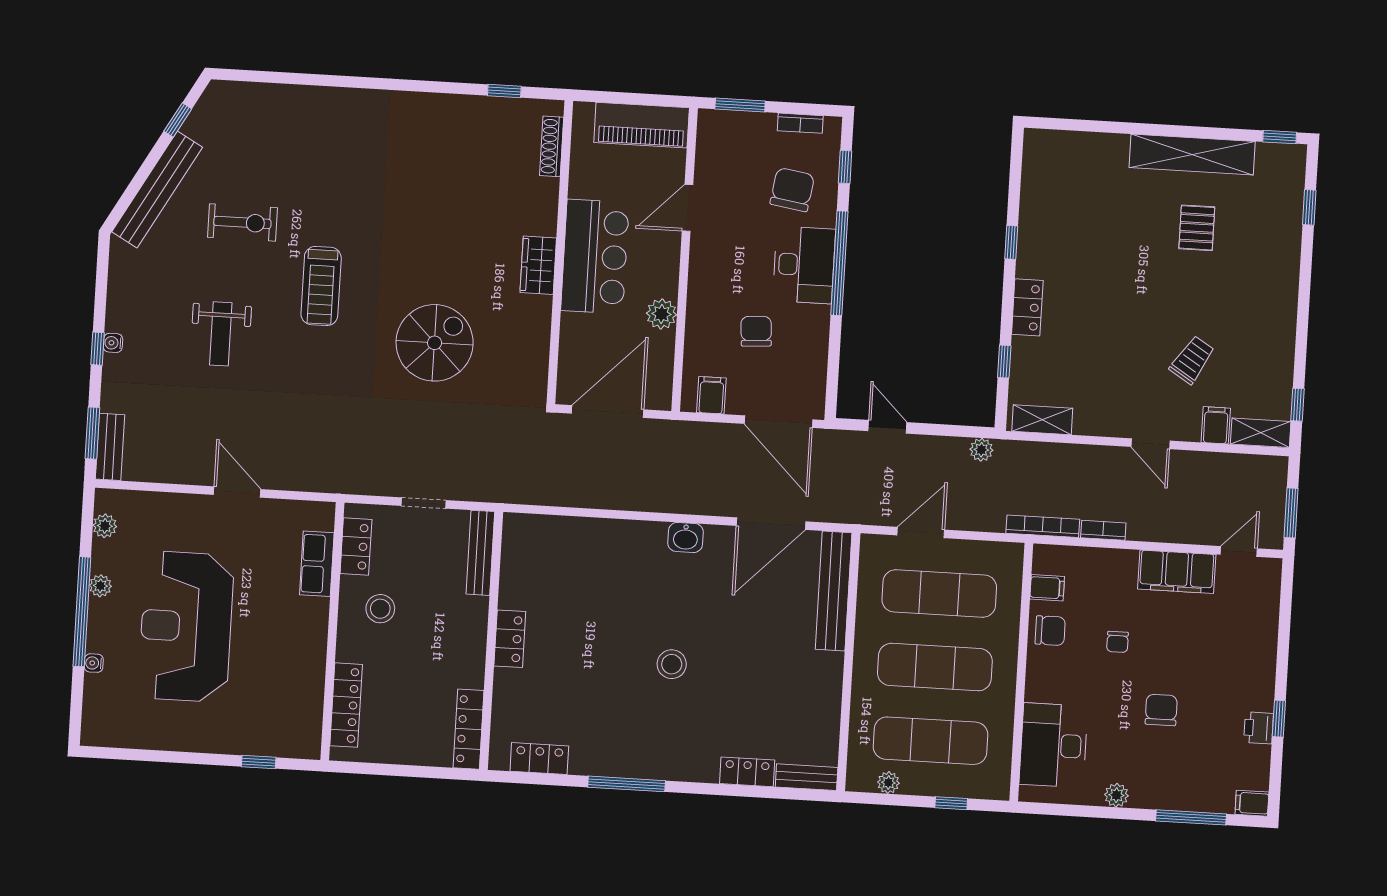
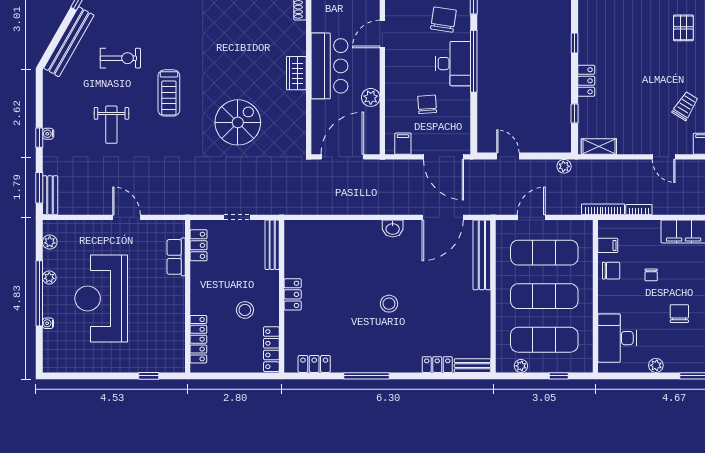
stool: (380, 609) -> (245, 310), moved

